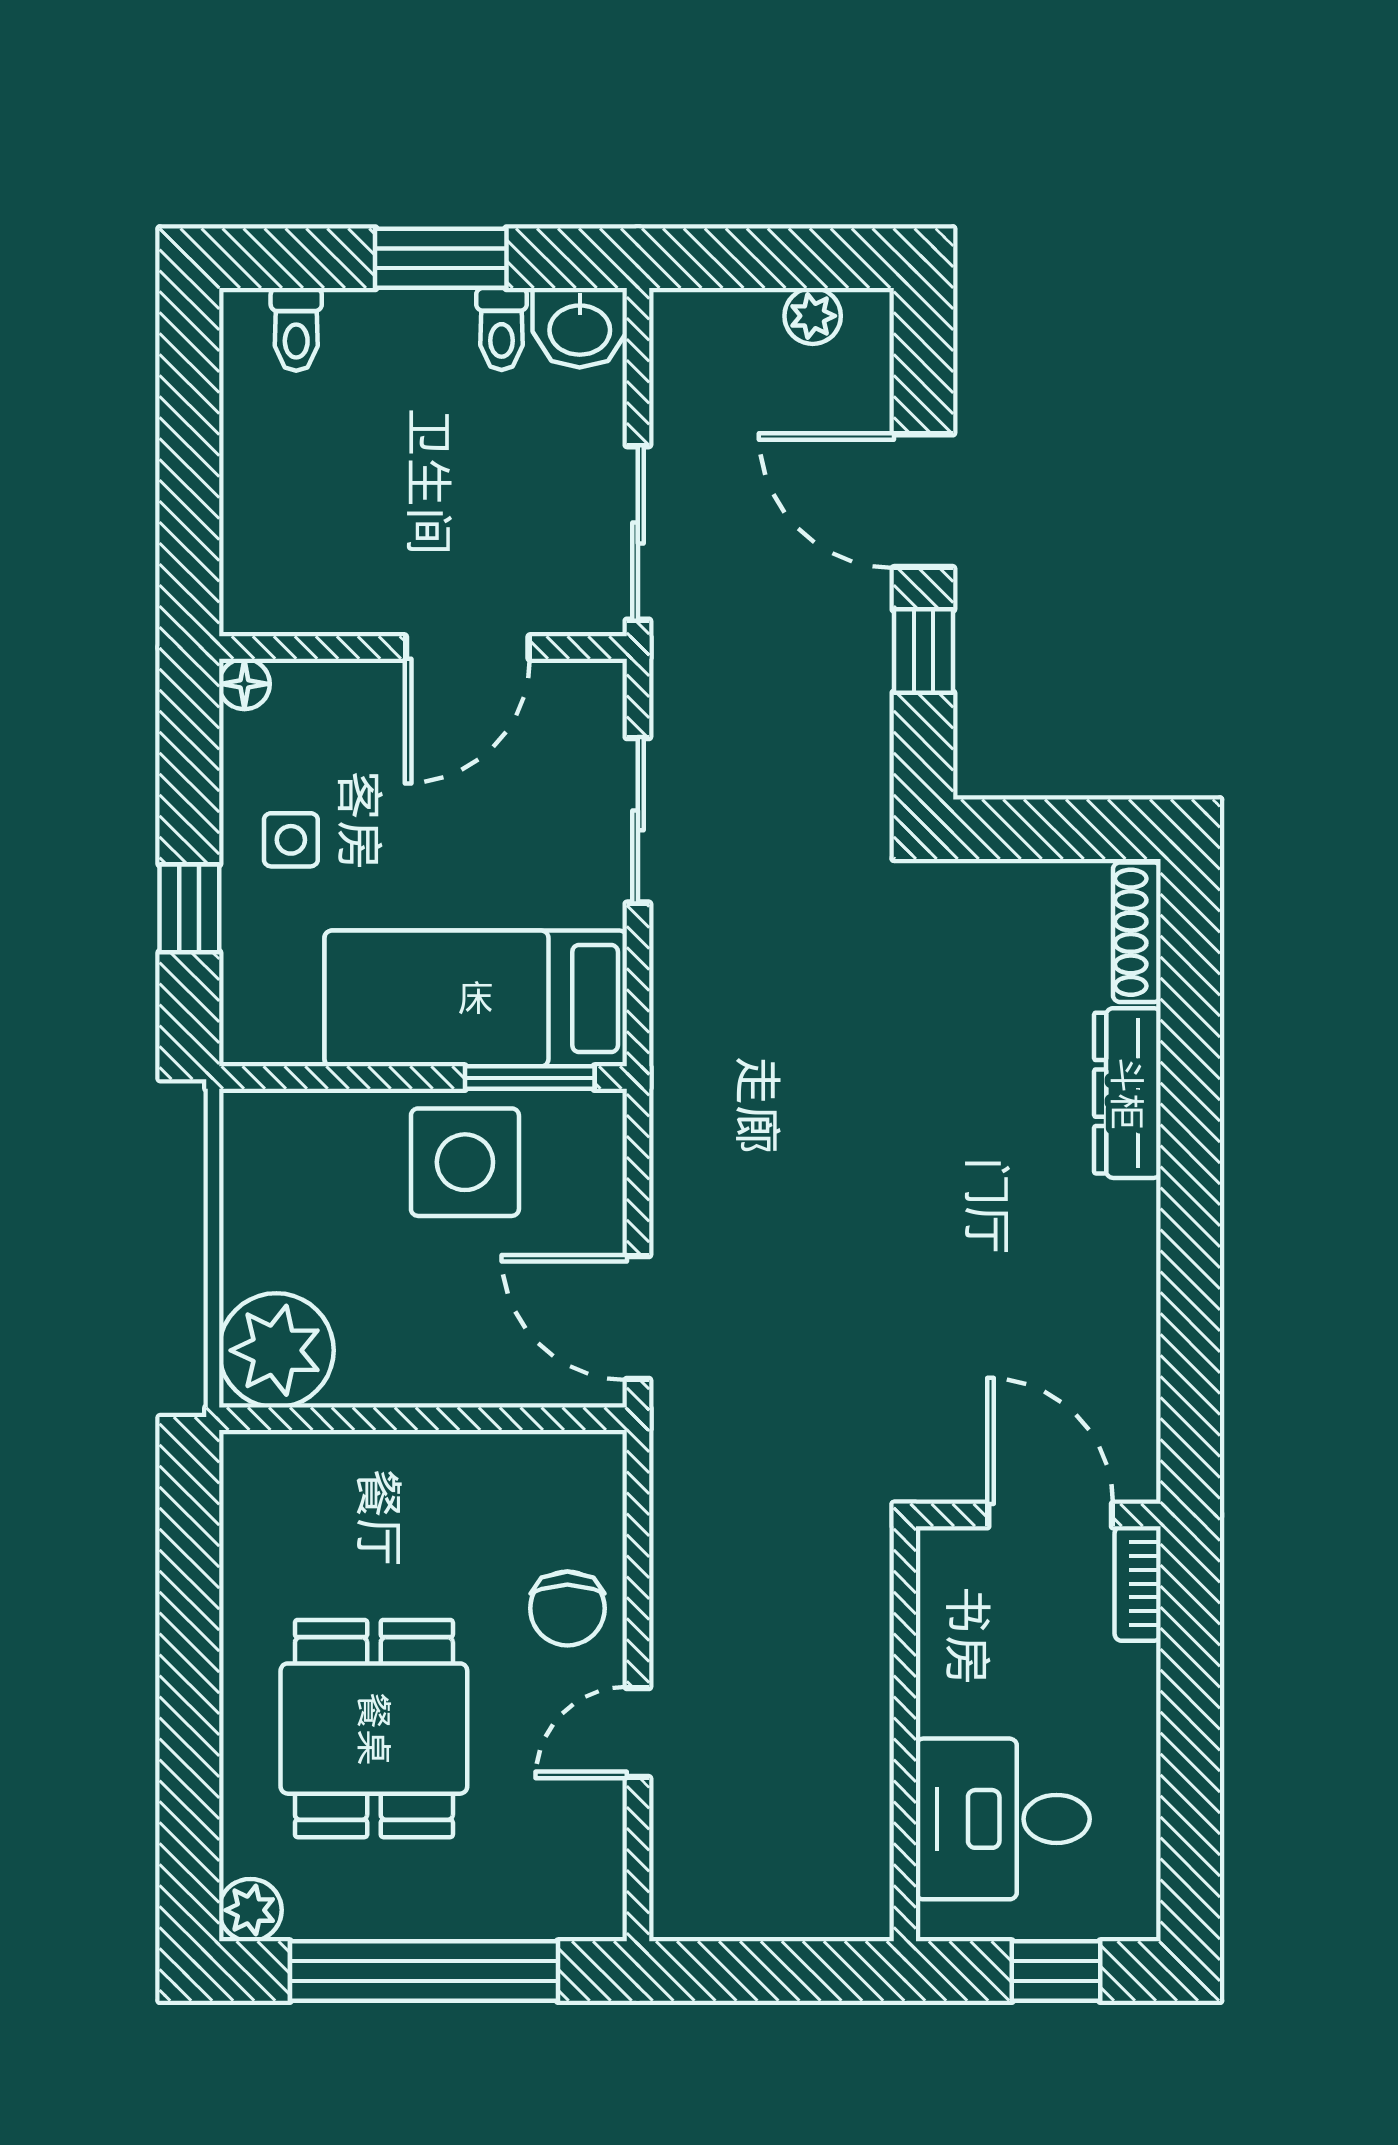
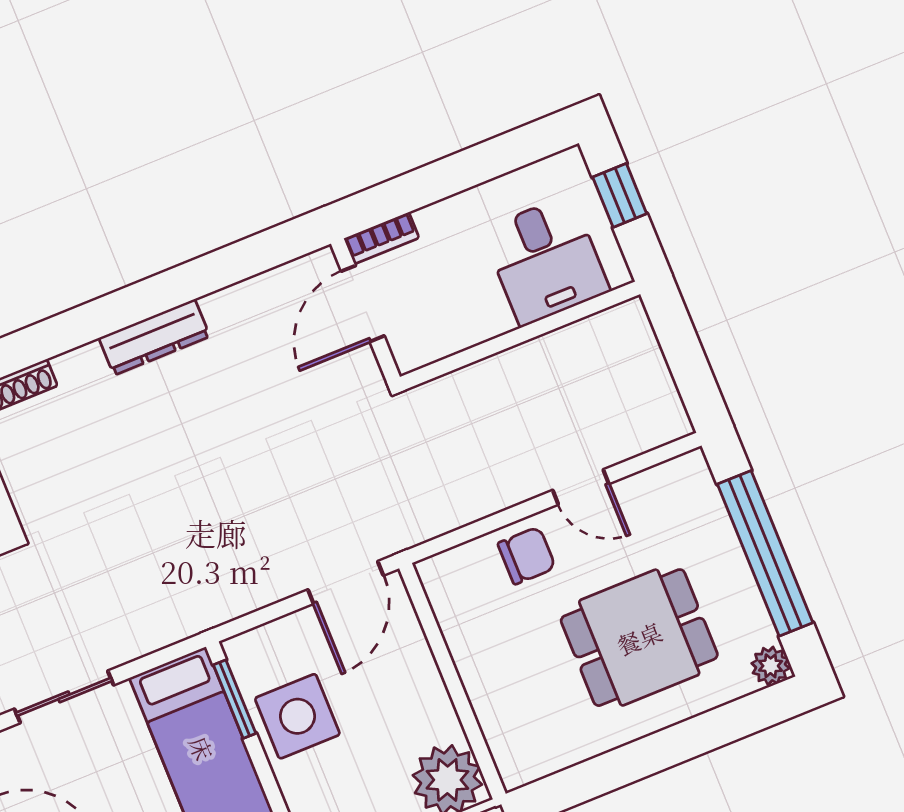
dresser: (1127, 1093) -> (154, 337), moved

